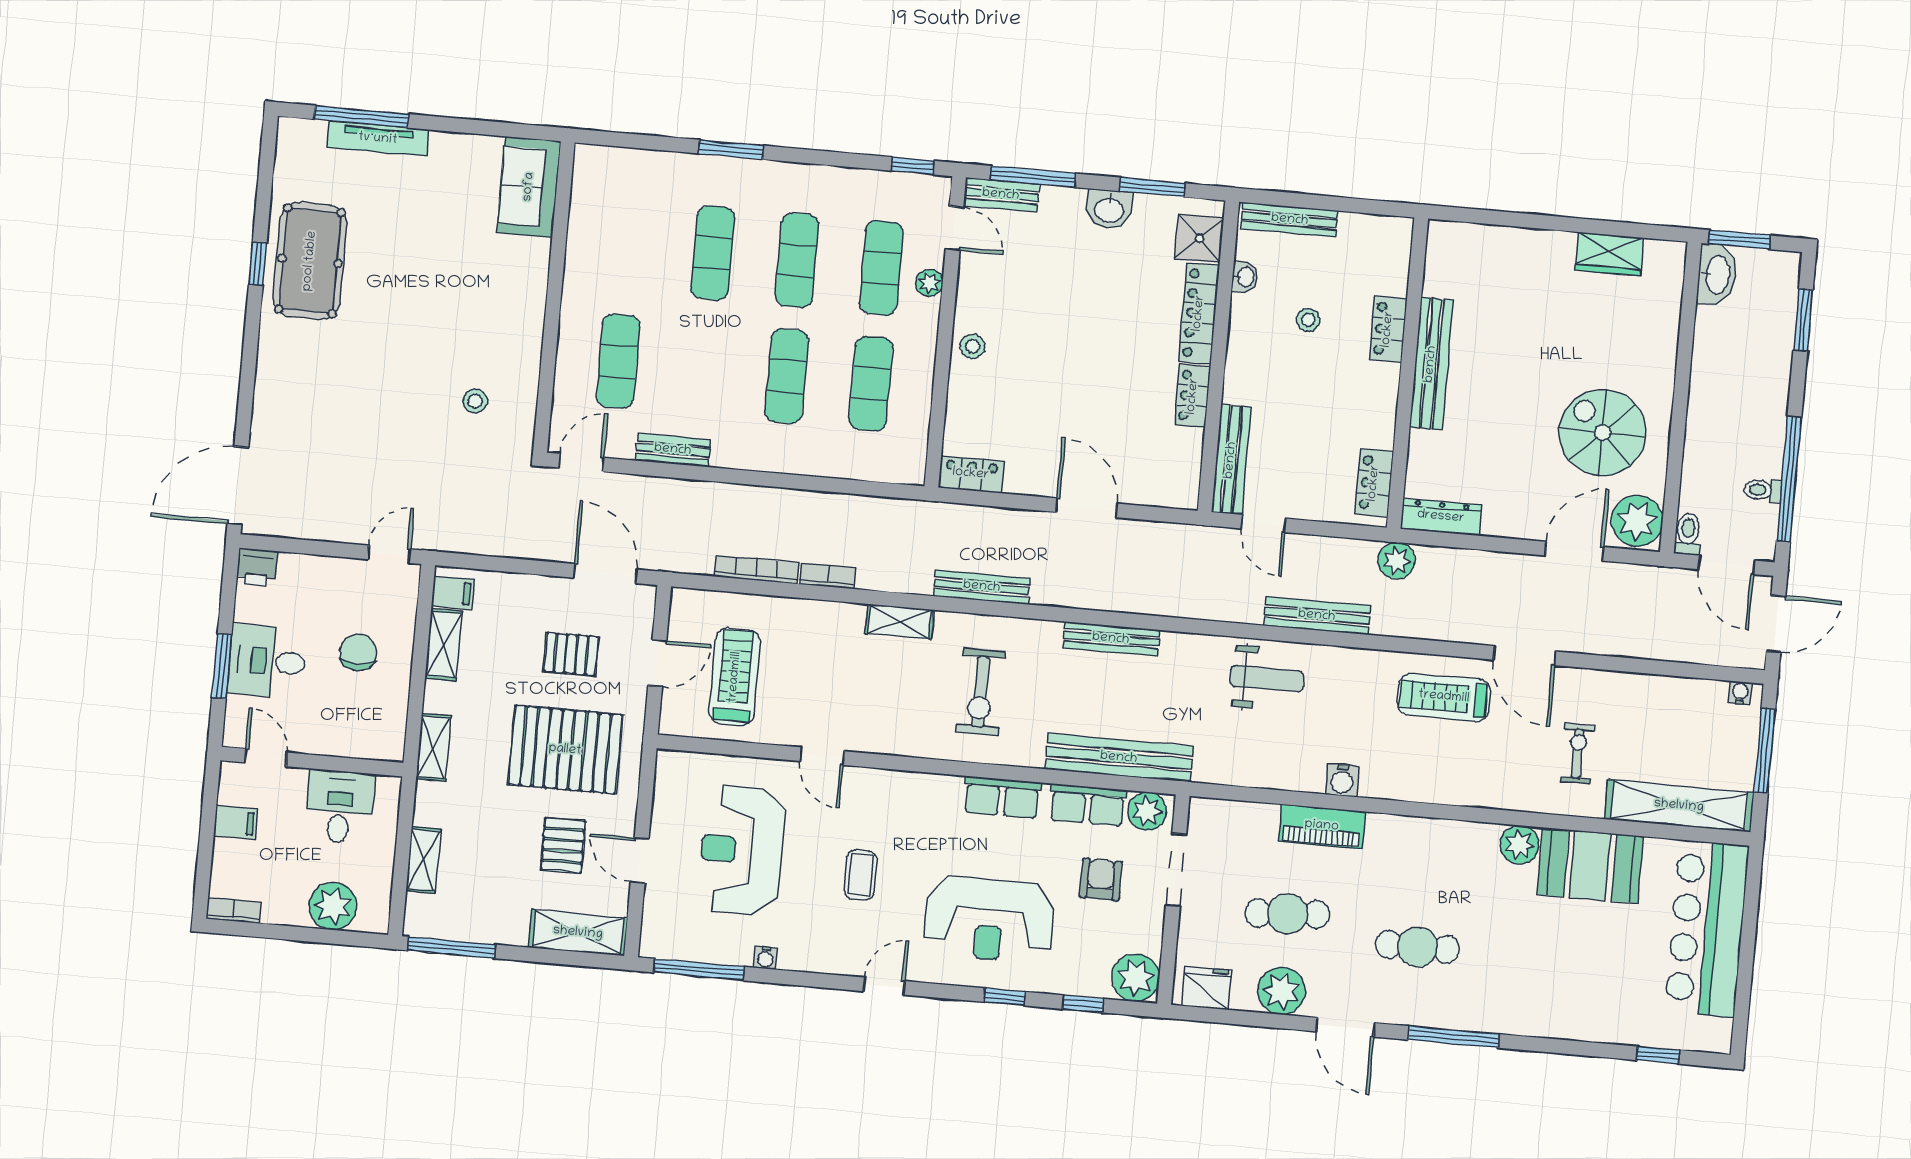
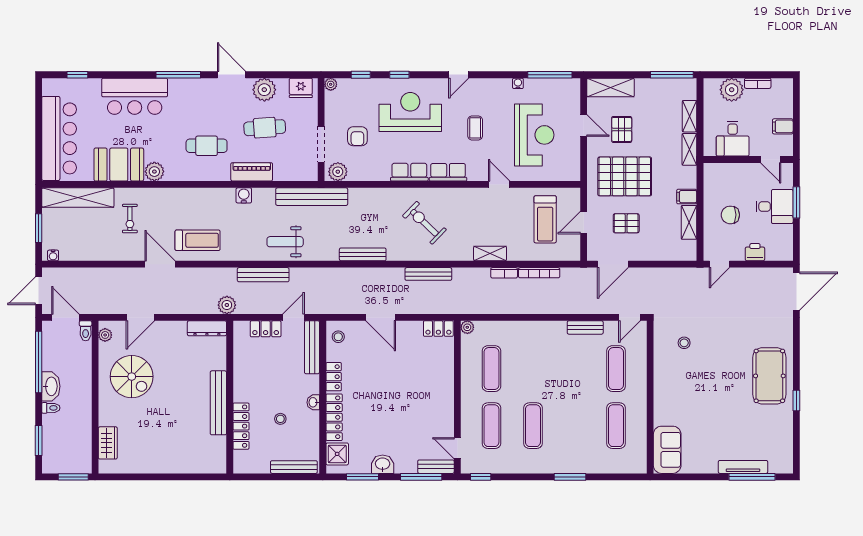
exercise mat: (713, 253) -> (616, 426), moved
wardrobe: (1609, 254) -> (108, 443), moved, turned 90
pool table: (310, 261) -> (769, 376), moved
washbasin: (1717, 274) -> (51, 386), moved, turned 180
washbasin: (1245, 277) -> (313, 402), moved
plant: (929, 283) -> (467, 327), moved
locker: (1388, 329) -> (241, 426), width x1.53
stool: (972, 346) -> (338, 337), moved
exercise mat: (787, 376) -> (533, 369), removed
locker: (1374, 483) -> (266, 329), moved, turned 90
toilet: (1763, 490) -> (51, 408), moved
plant: (1637, 521) -> (105, 335), width x0.53, depth x0.53
door: (1264, 524) -> (293, 317), hinge flipped
printer: (257, 567) -> (755, 252), moved
door: (605, 574) -> (613, 264), hinge flipped
filing cabinet: (453, 593) -> (687, 197), moved
shelving: (900, 622) -> (490, 253), moved
chair: (358, 652) -> (730, 215), turned 90
exercise bike: (980, 692) -> (424, 223), turned -46
shelving: (433, 747) -> (689, 149), moved
window: (1765, 751) -> (39, 228), width x0.69
bench: (1119, 758) -> (312, 197), moved
row of seats: (1088, 805) -> (448, 172), moved
bookcase: (234, 911) -> (758, 83), moved
cafe table: (1417, 947) -> (207, 146), moved
plant: (1136, 978) -> (331, 84), width x0.53, depth x0.53
bar counter: (1546, 1001) -> (135, 96), added

